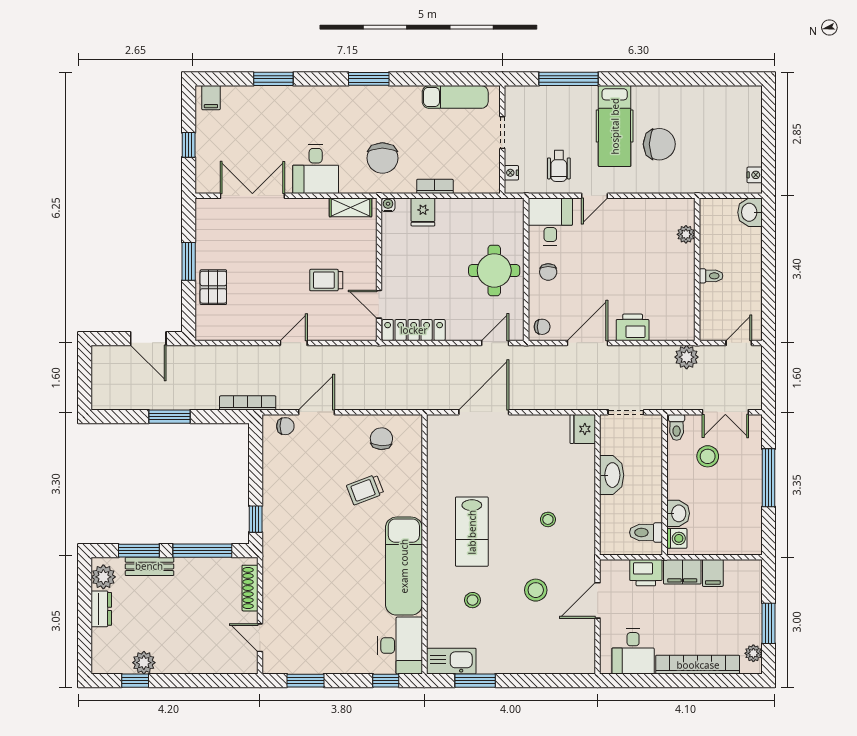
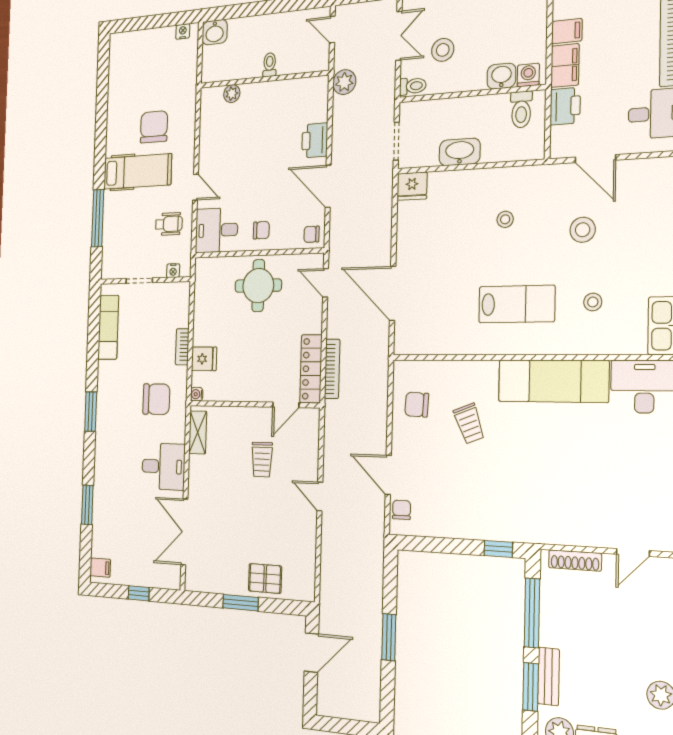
chair: (542, 327) -> (312, 234), turned -90
bookcase: (248, 403) -> (332, 369), moved, turned 180

